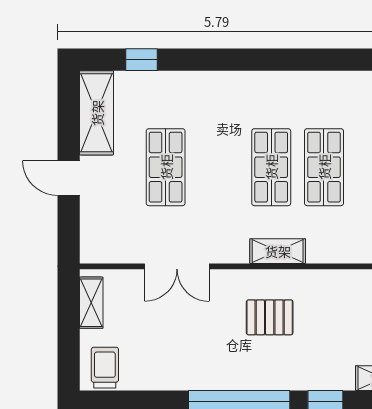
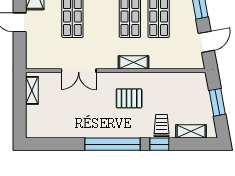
trolley: (105, 368) -> (162, 126), moved

